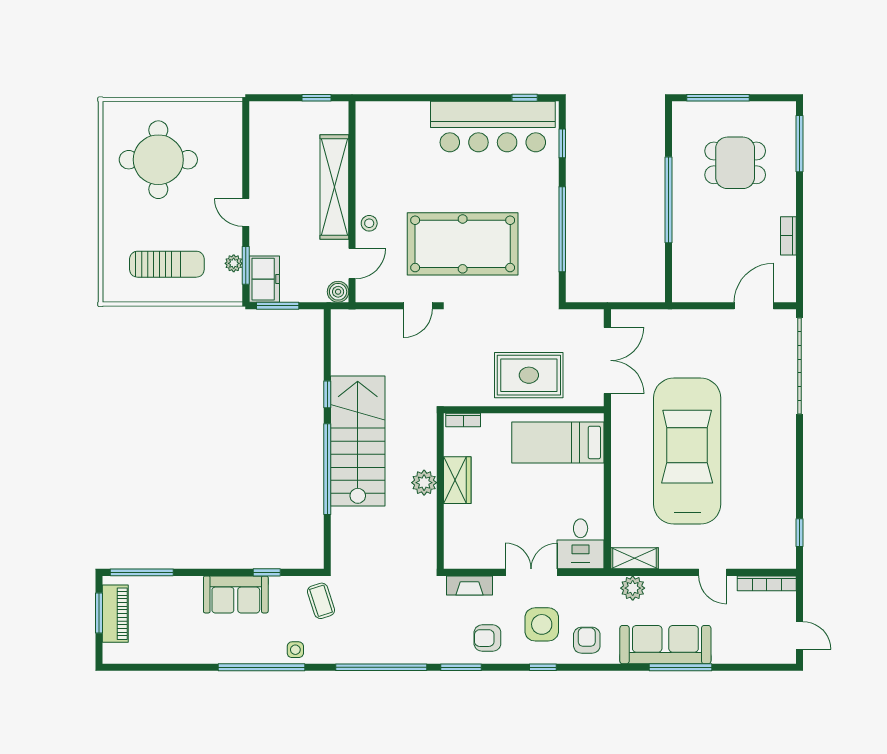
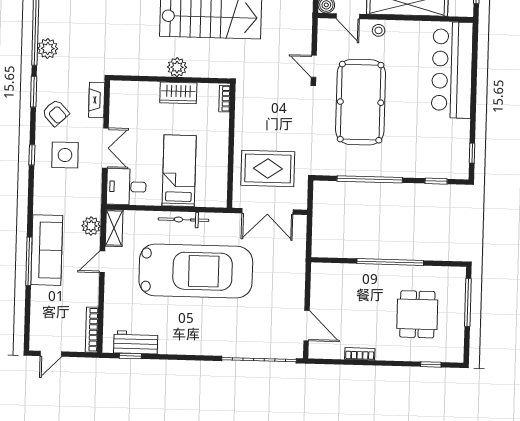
bar counter: (493, 127) -> (452, 70), moved
window: (799, 144) -> (431, 364), width x0.46
rug: (529, 375) -> (268, 169), moved, turned 90
bed: (558, 442) -> (179, 171), moved
bicycle: (621, 469) -> (183, 220), added
workbench: (782, 526) -> (136, 342), added
door: (713, 572) -> (102, 262), moved
armchair: (487, 638) -> (56, 113), turned 137
armchair: (587, 640) -> (52, 189), removed
plant: (405, 651) -> (48, 49), added

